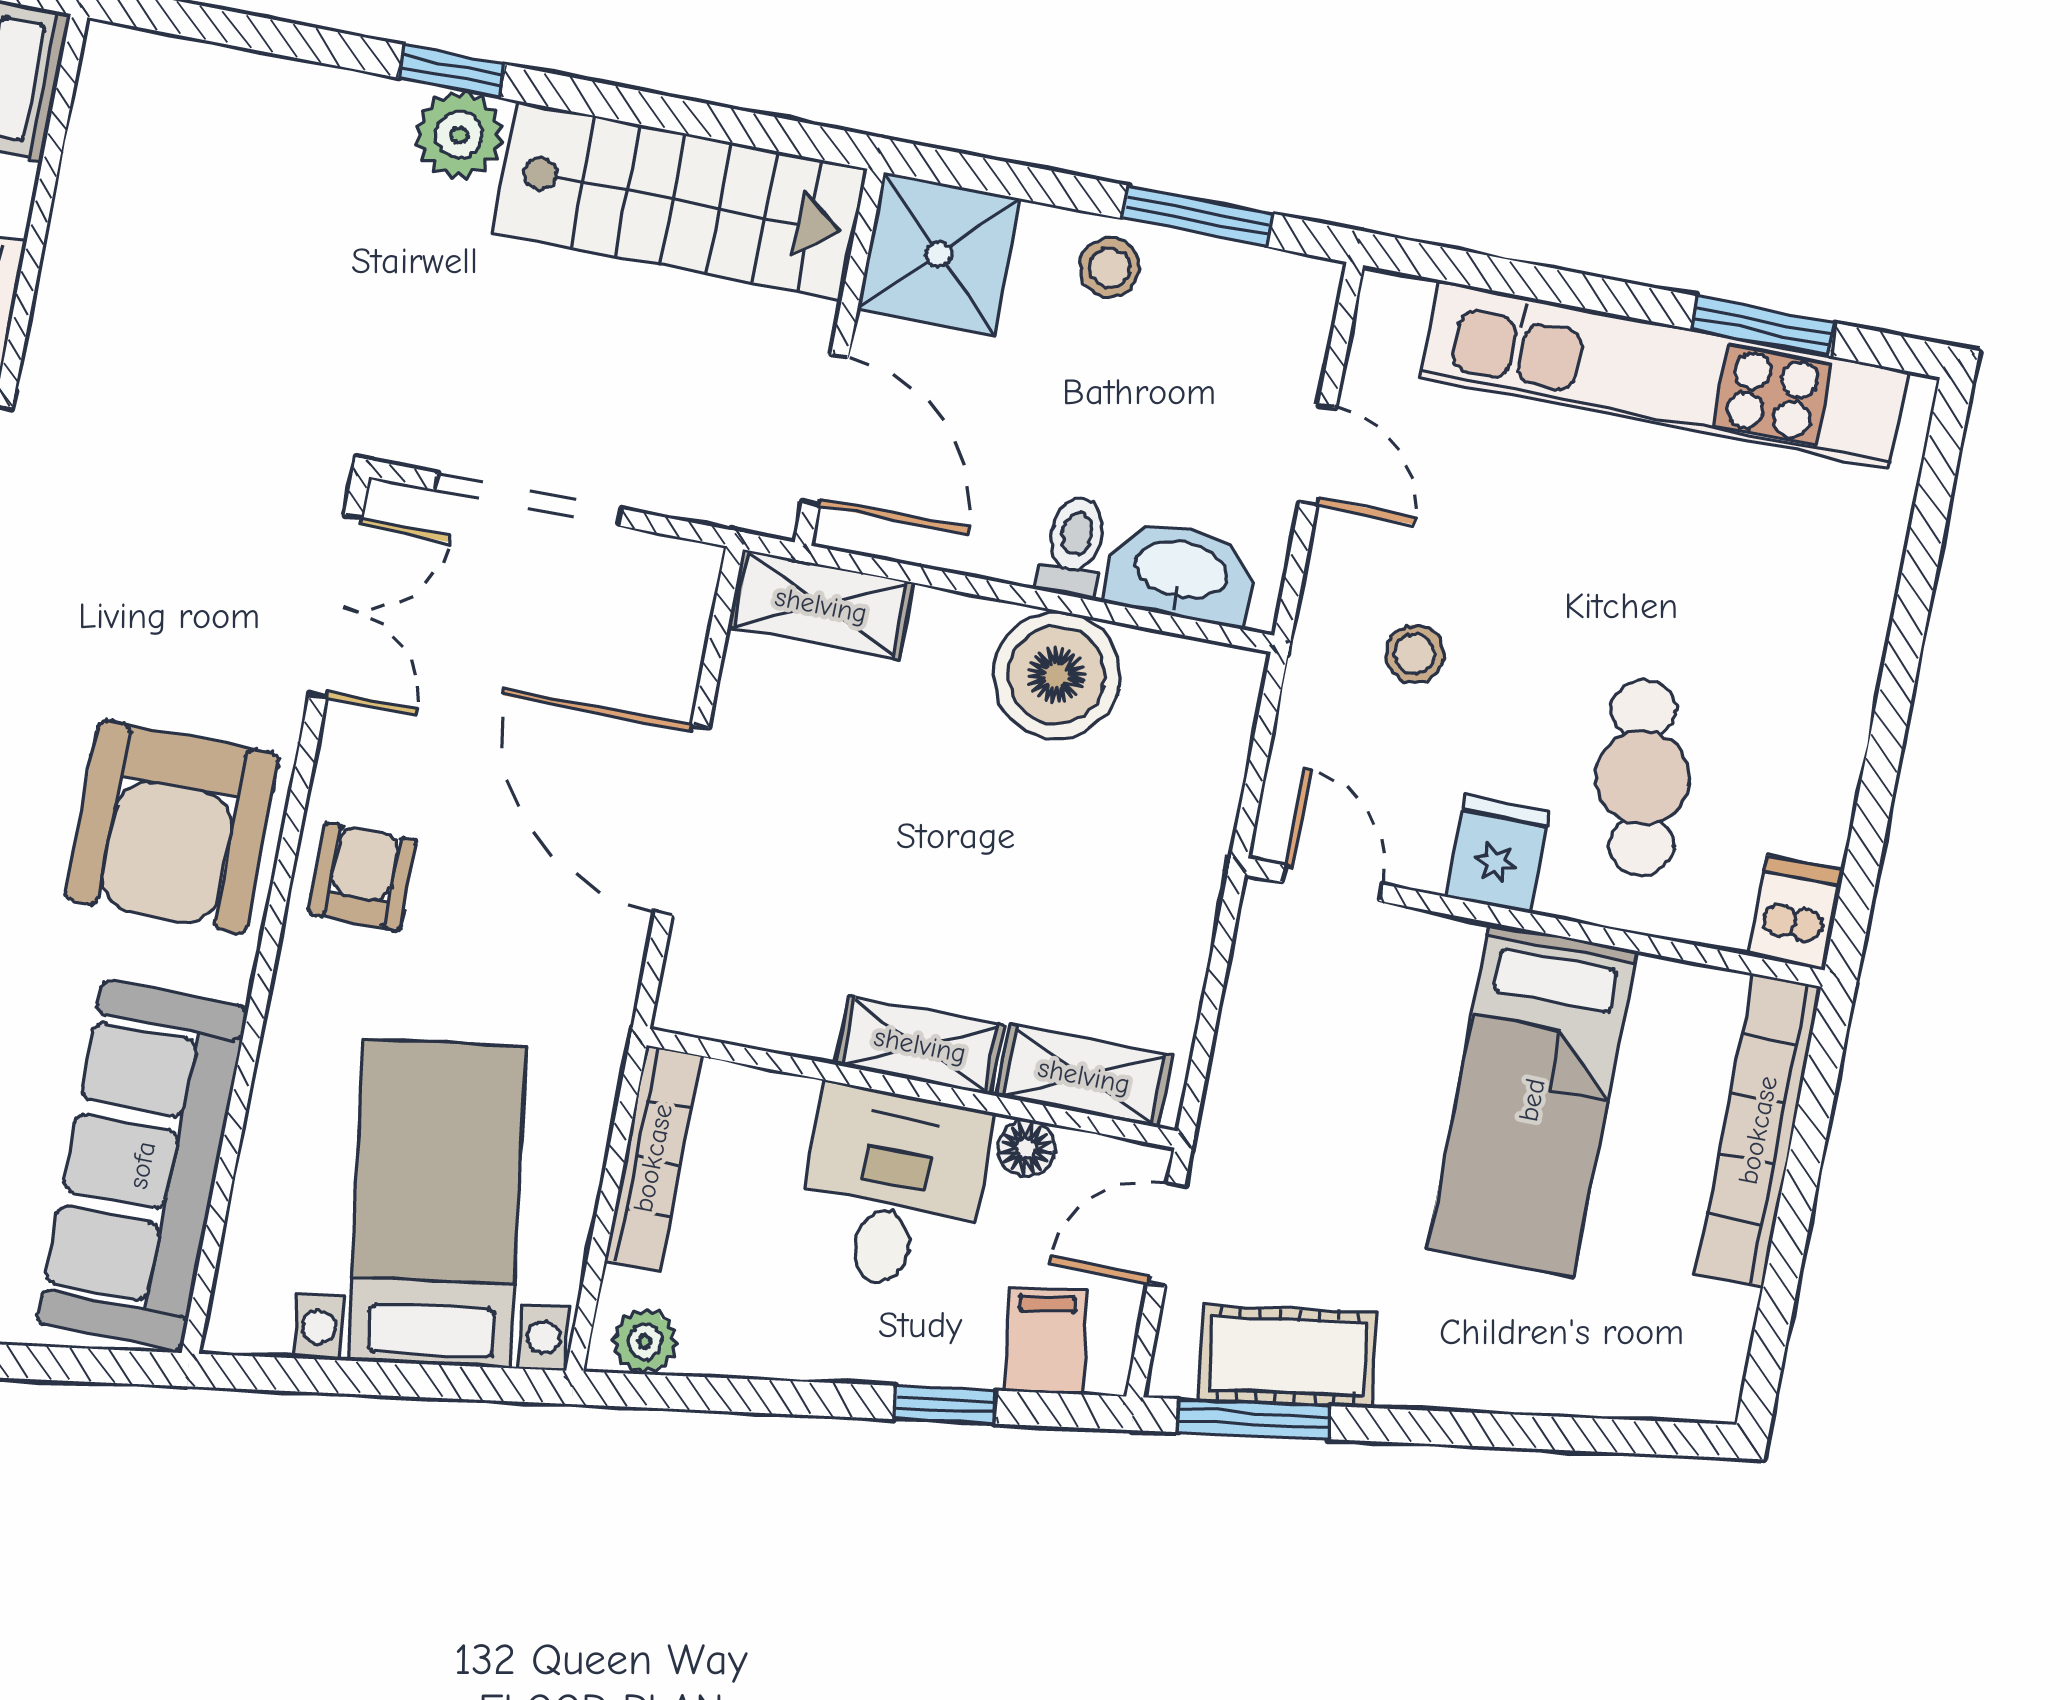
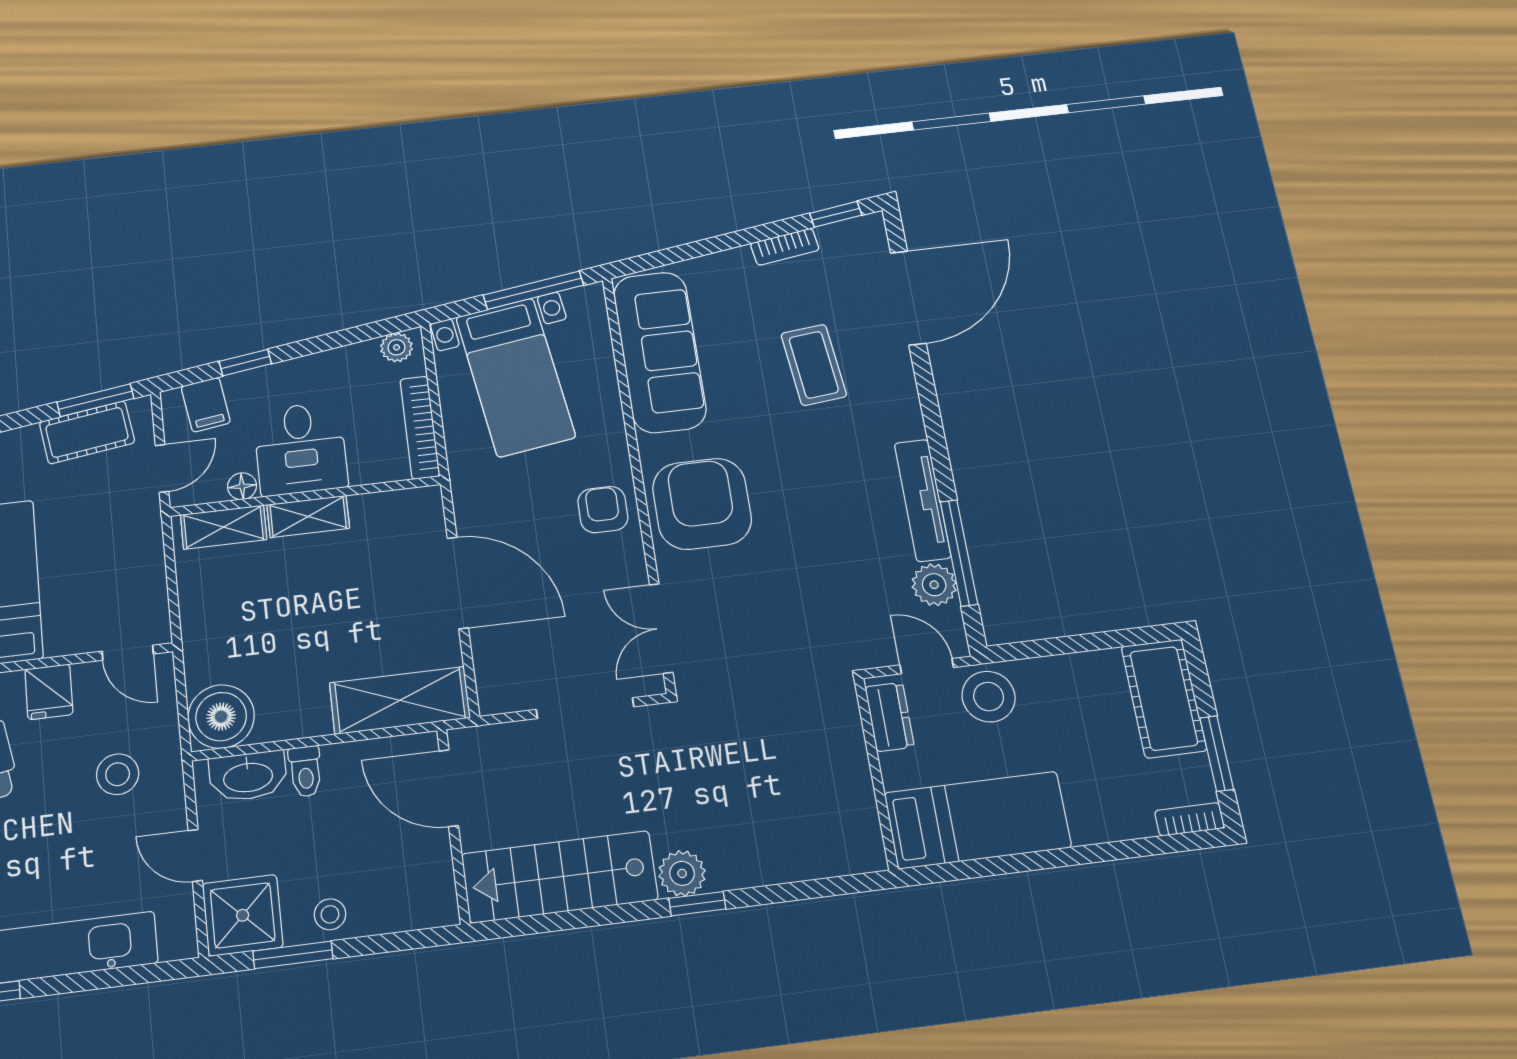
shower: (939, 254) -> (243, 915), moved
shelving: (821, 605) -> (400, 700), width x1.50, depth x1.33
stool: (1415, 654) -> (118, 774), width x1.37, depth x1.37
boiler: (1057, 675) -> (221, 717), moved
armchair: (363, 877) -> (603, 510), turned 180
window: (341, 1377) -> (533, 290), added

